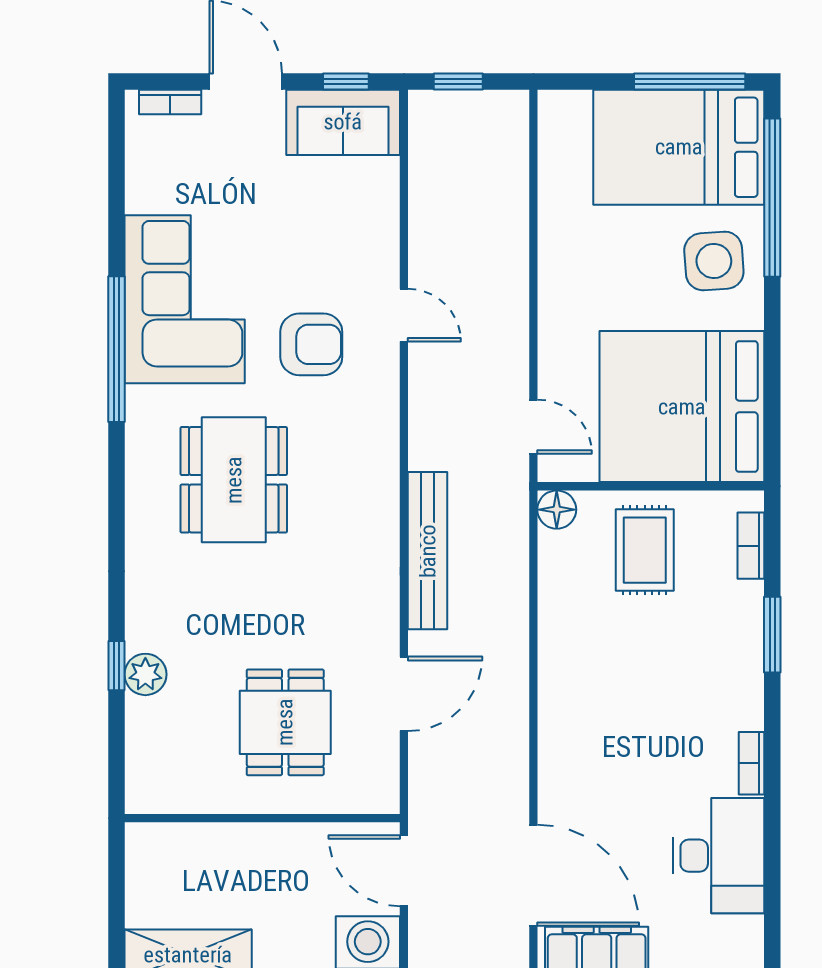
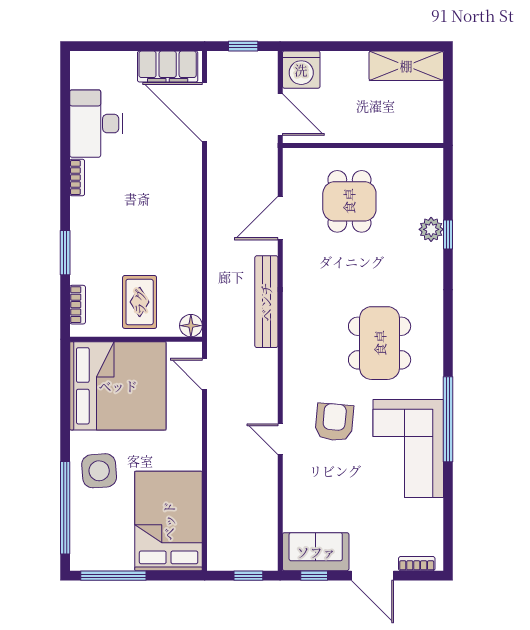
bed: (679, 147) -> (169, 521), moved, turned -90
armchair: (311, 344) -> (334, 422), turned 95

